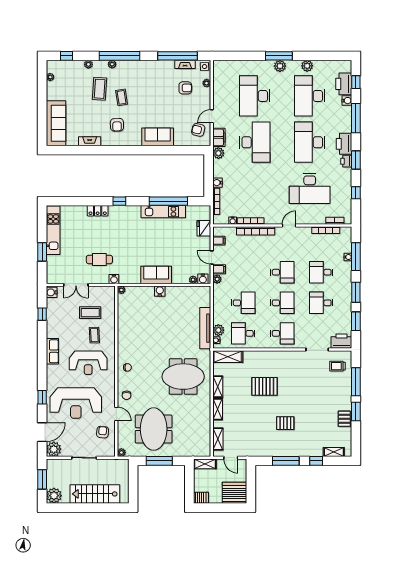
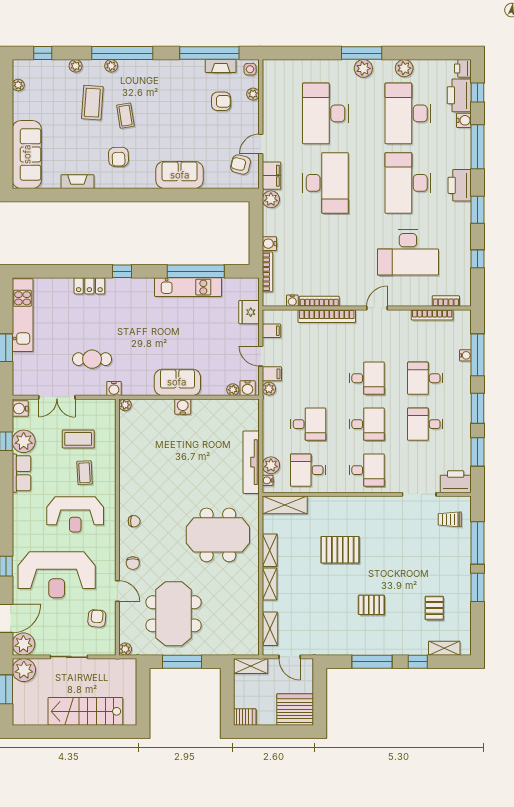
printer: (346, 161) -> (463, 68), moved
plant: (54, 314) -> (24, 441), added
row of seats: (52, 351) -> (21, 473), moved
pallet: (344, 419) -> (434, 608), moved
plant: (54, 496) -> (24, 670), moved

